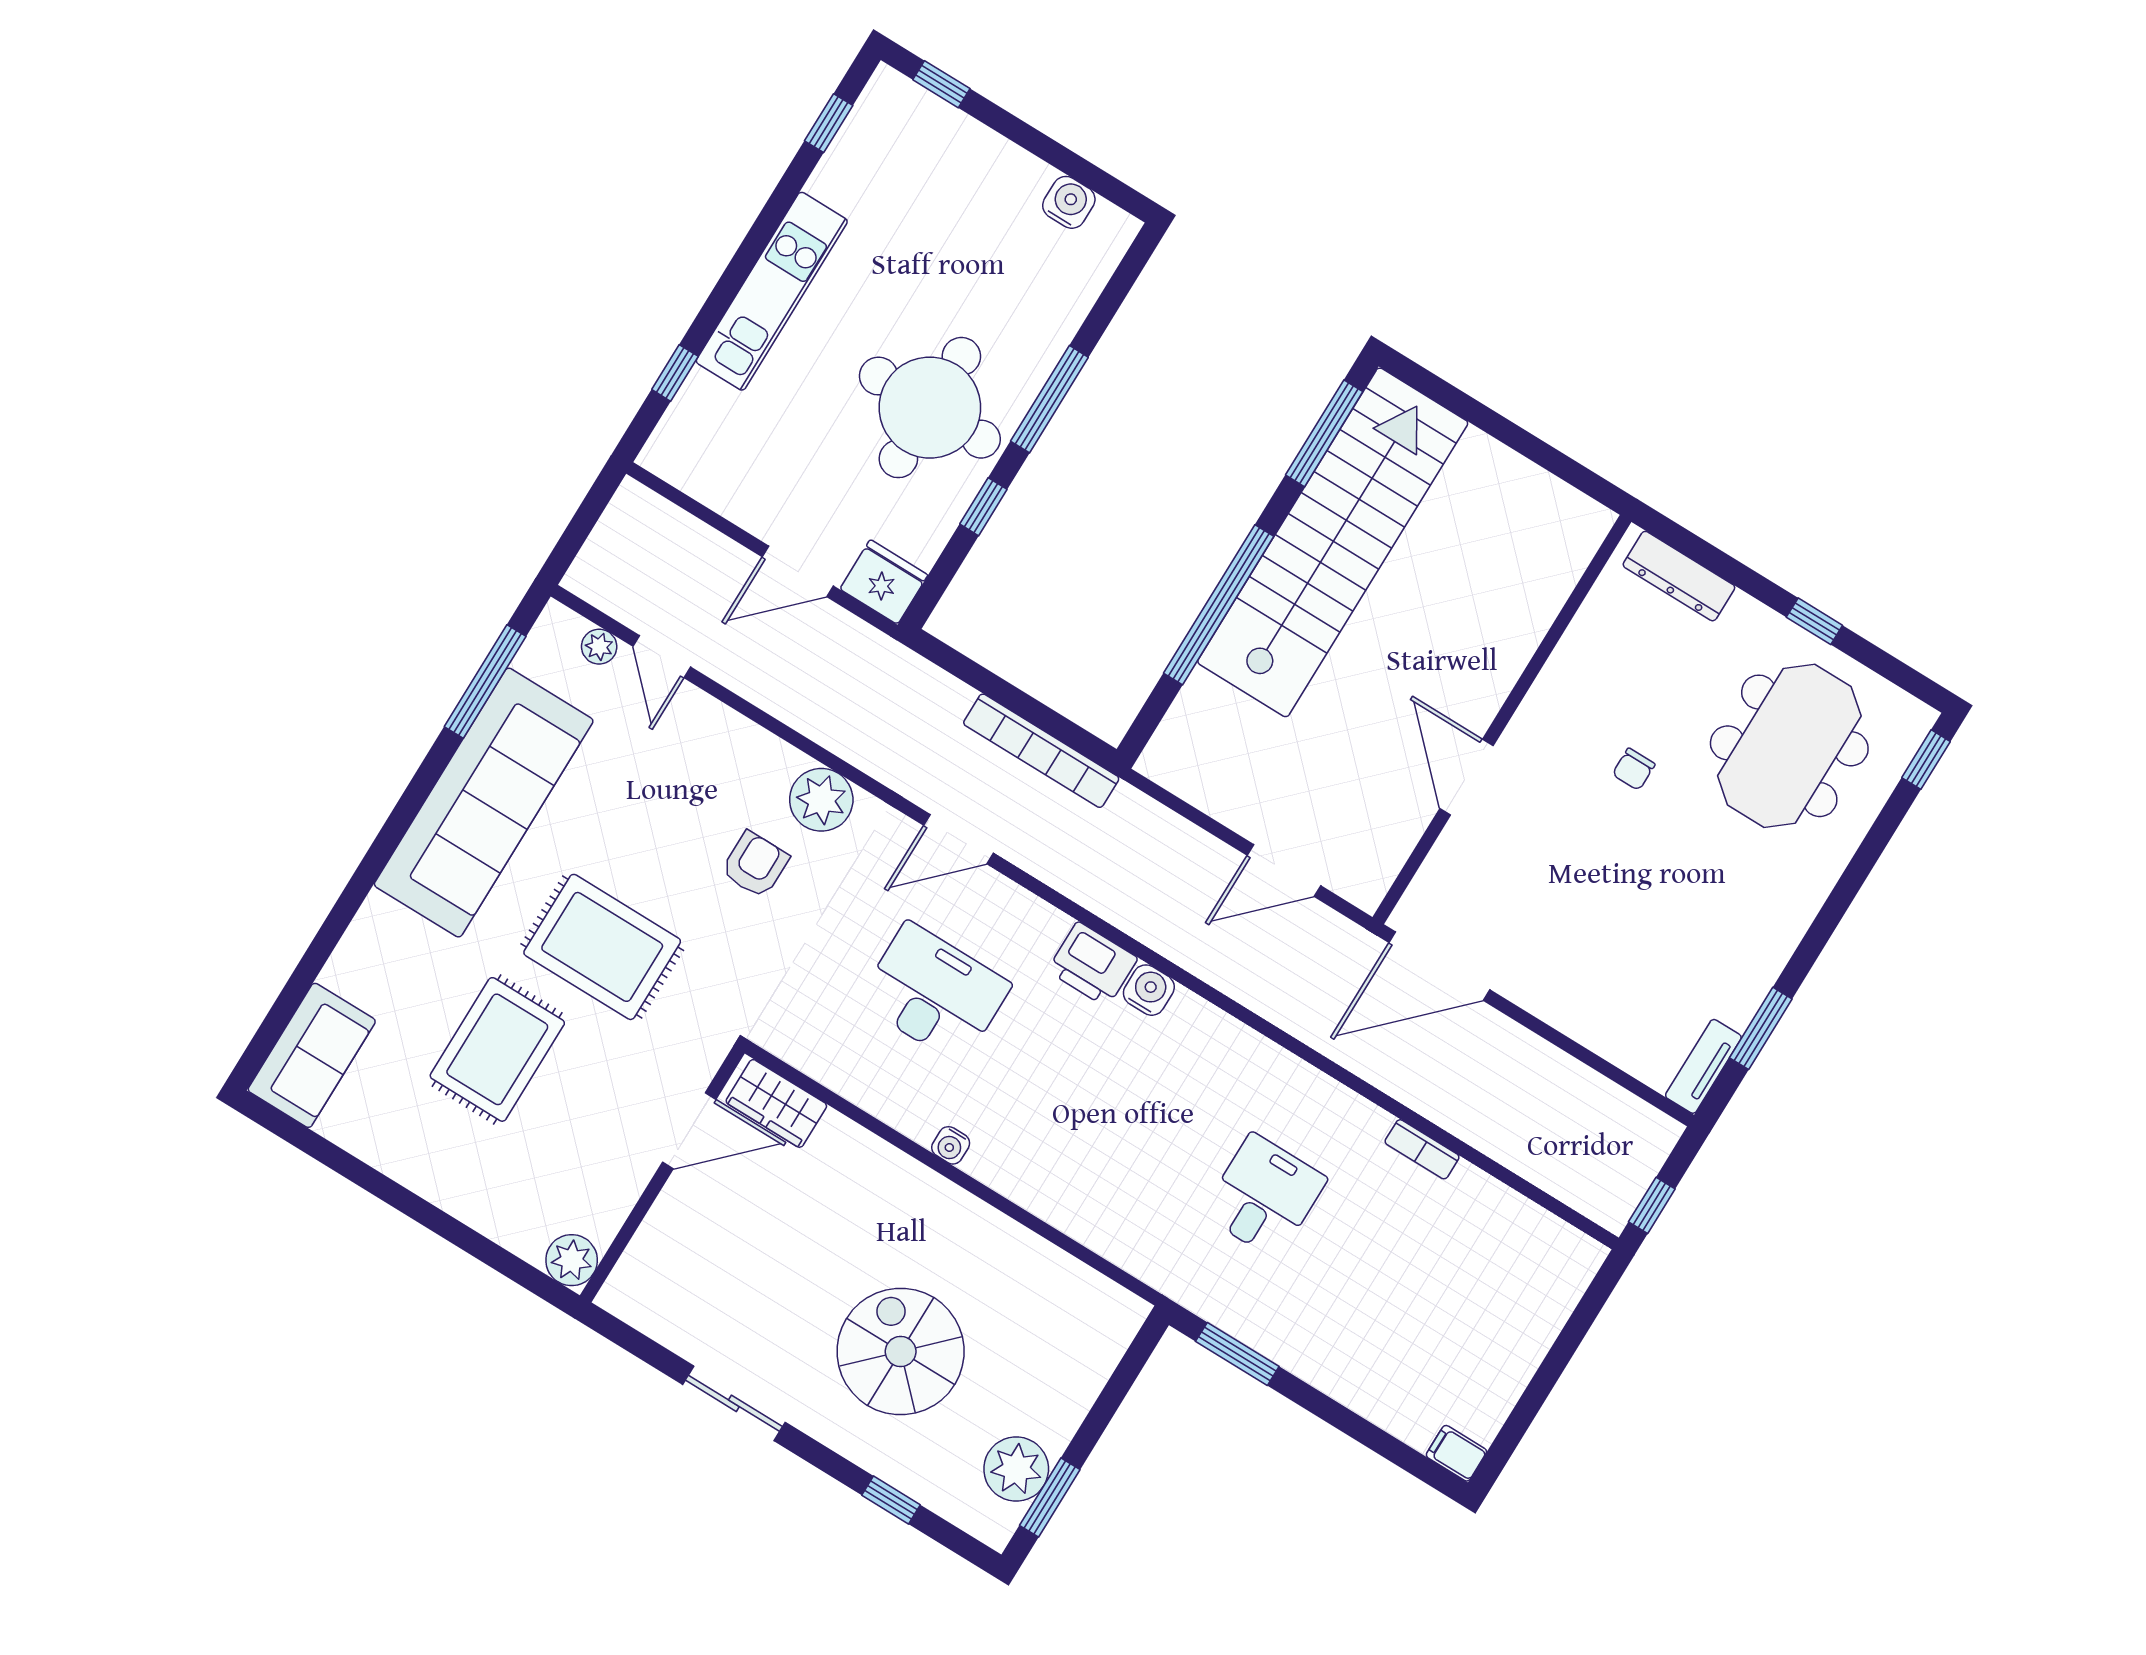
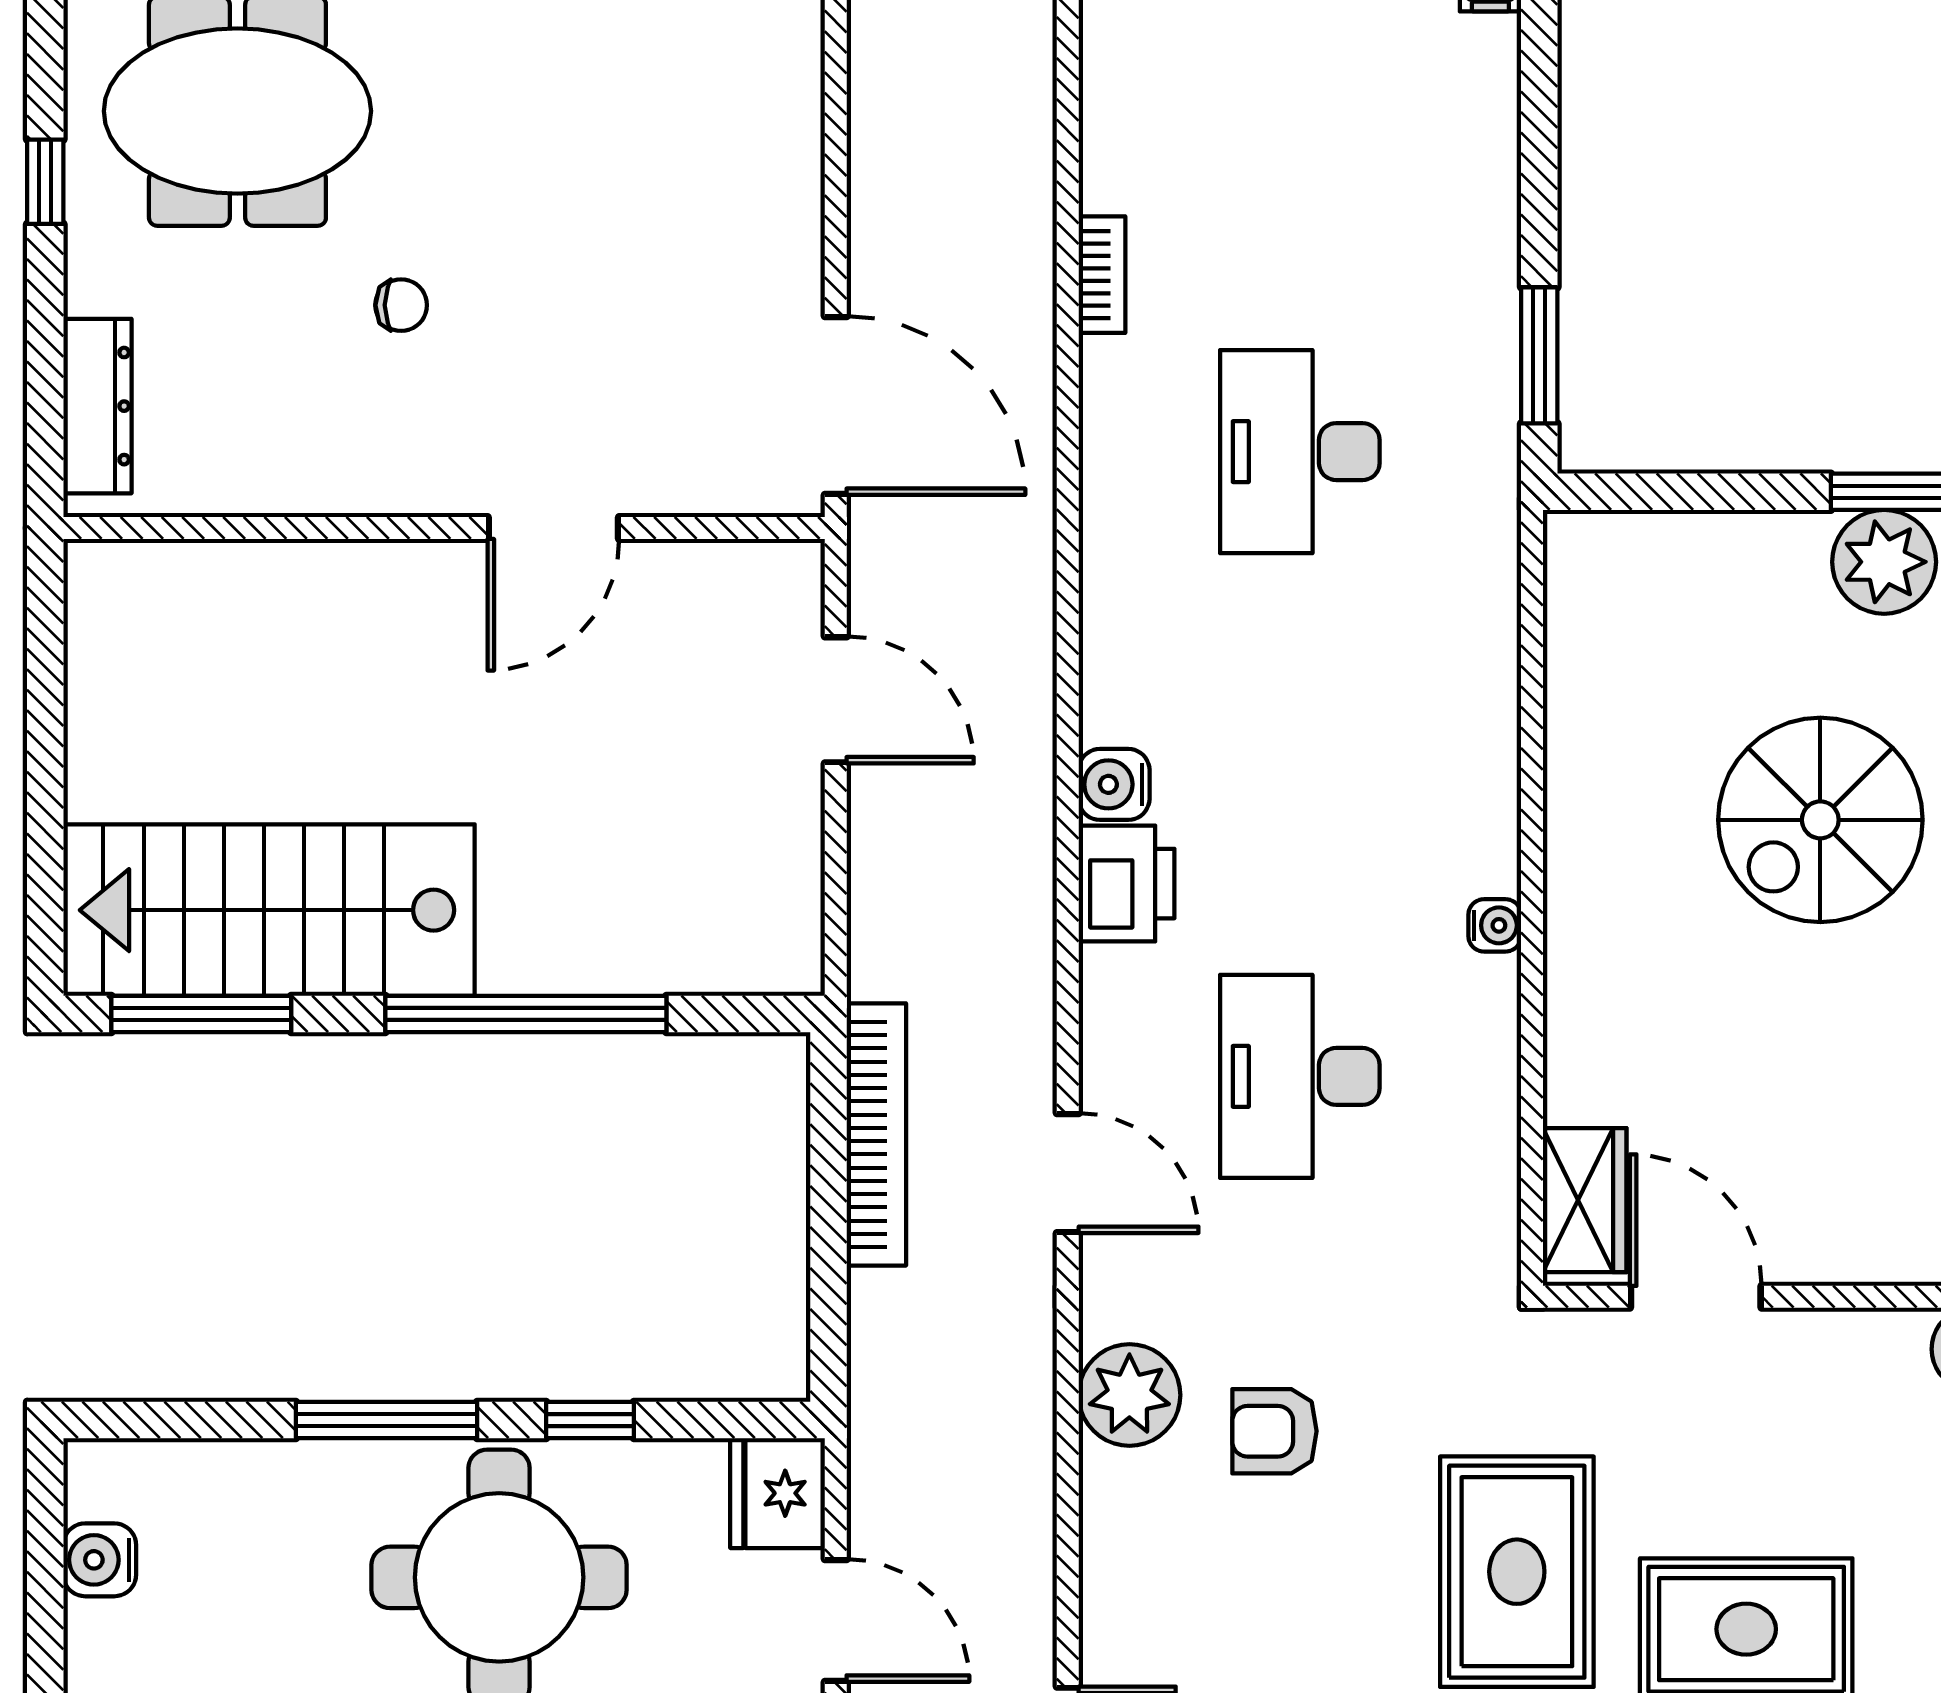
stairs: (1333, 542) -> (269, 910), width x0.73
desk: (1264, 1196) -> (1300, 452), width x1.37

